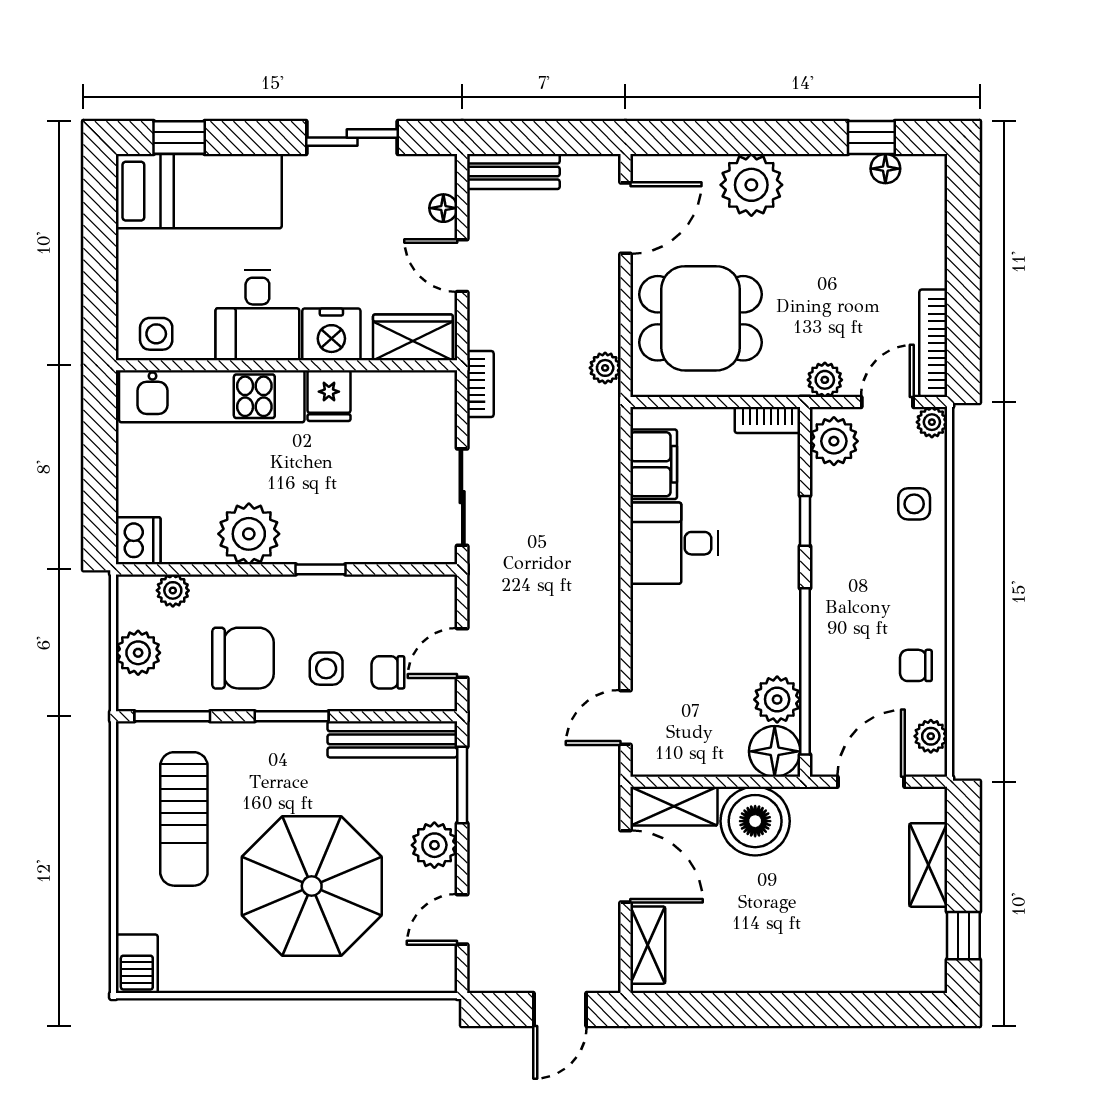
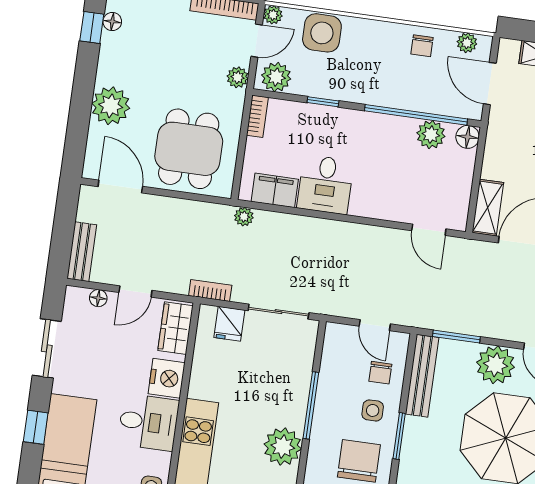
window: (179, 138) -> (36, 427), moved
plant: (605, 368) -> (244, 217), moved
fridge: (329, 396) -> (229, 324), moved, turned 90
door: (887, 402) -> (257, 41), swing flipped
side table: (914, 504) -> (322, 33), width x1.87, depth x1.87
window: (320, 569) -> (311, 405), width x2.17
floor lamp: (775, 751) -> (468, 137), width x0.73, depth x0.73
boiler: (755, 821) -> (504, 159), removed
plant: (434, 845) -> (496, 365), width x1.36, depth x1.36

